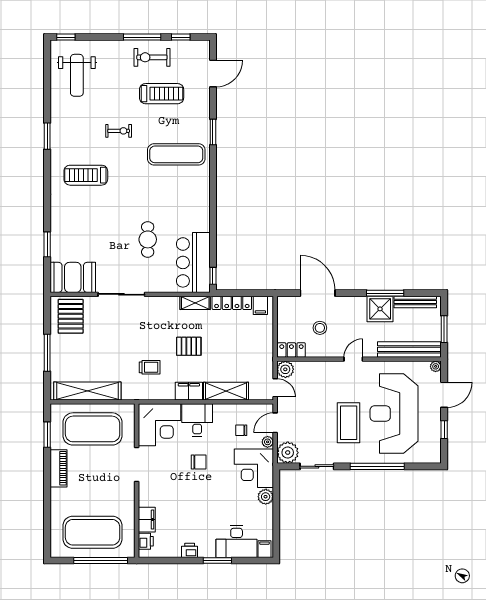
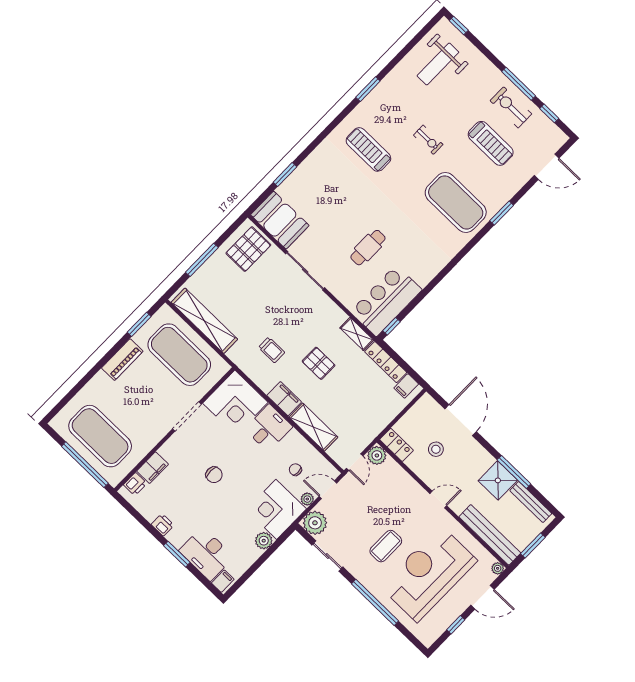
exercise mat: (176, 154) -> (456, 202), width x1.47
coffee table: (349, 423) -> (386, 546), width x0.73, depth x0.76
chair: (199, 462) -> (214, 475), moved

